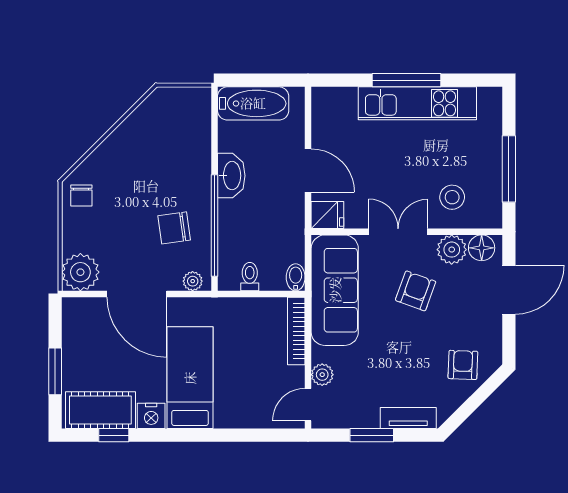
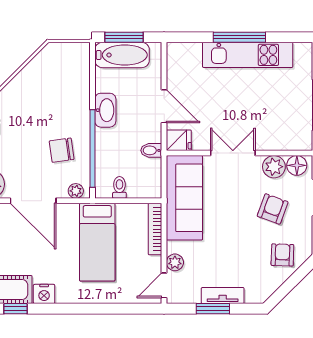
window: (256, 80) -> (124, 37), added
stool: (452, 197) -> (274, 127), removed
bidet: (296, 277) -> (151, 150), moved, turned -90
armchair: (416, 291) -> (273, 209), moved
bed: (190, 378) -> (97, 242), moved, turned 180
tv unit: (408, 418) -> (223, 296), moved

